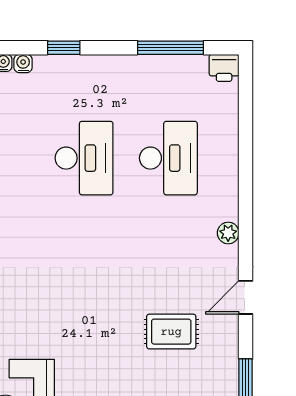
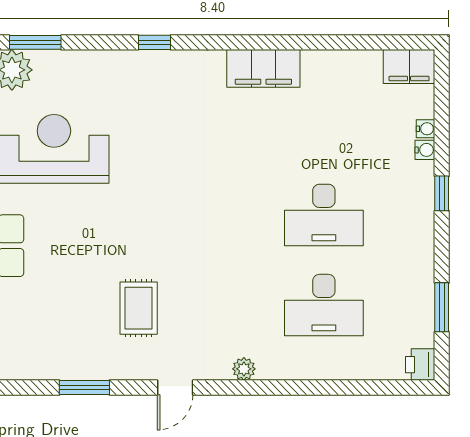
window: (170, 48) -> (442, 307), width x0.69
door: (246, 297) -> (175, 388), swing flipped

